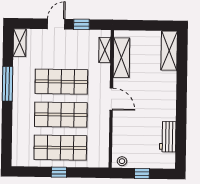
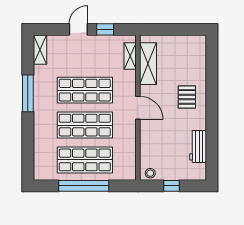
shelving: (169, 51) -> (198, 56), removed
pallet: (158, 90) -> (187, 97), added
window: (59, 172) -> (84, 186), width x3.17

